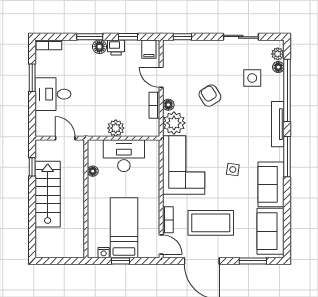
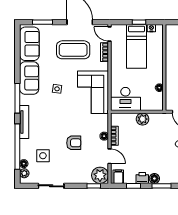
armchair: (210, 96) -> (74, 143), turned -58
plant: (174, 123) -> (100, 175), moved
desk: (124, 156) -> (125, 99), moved

